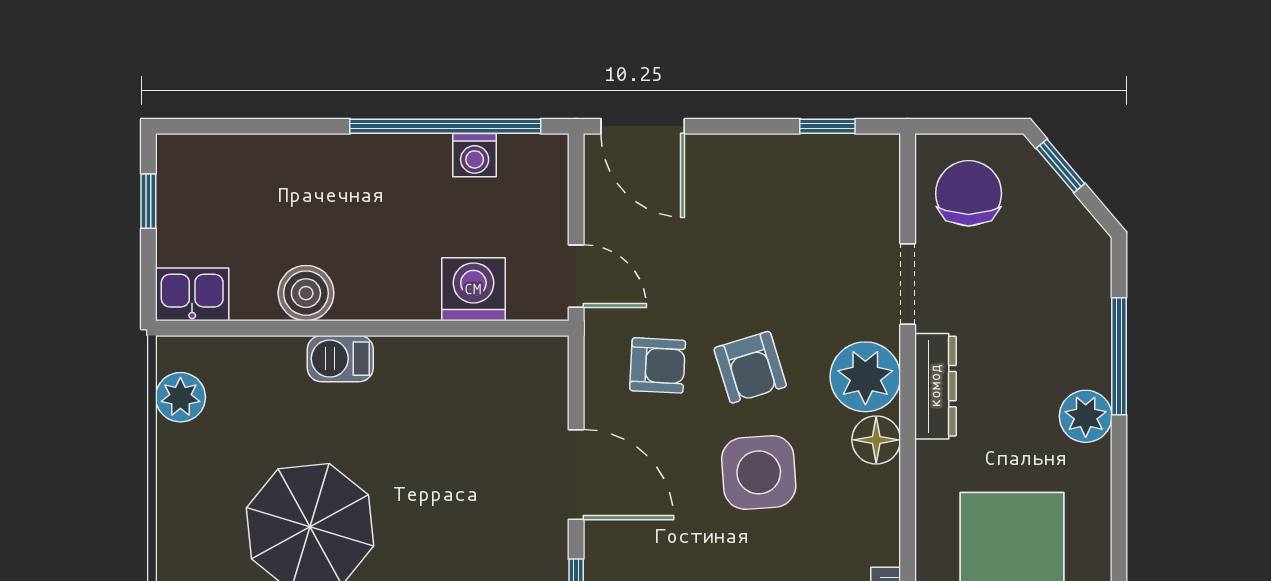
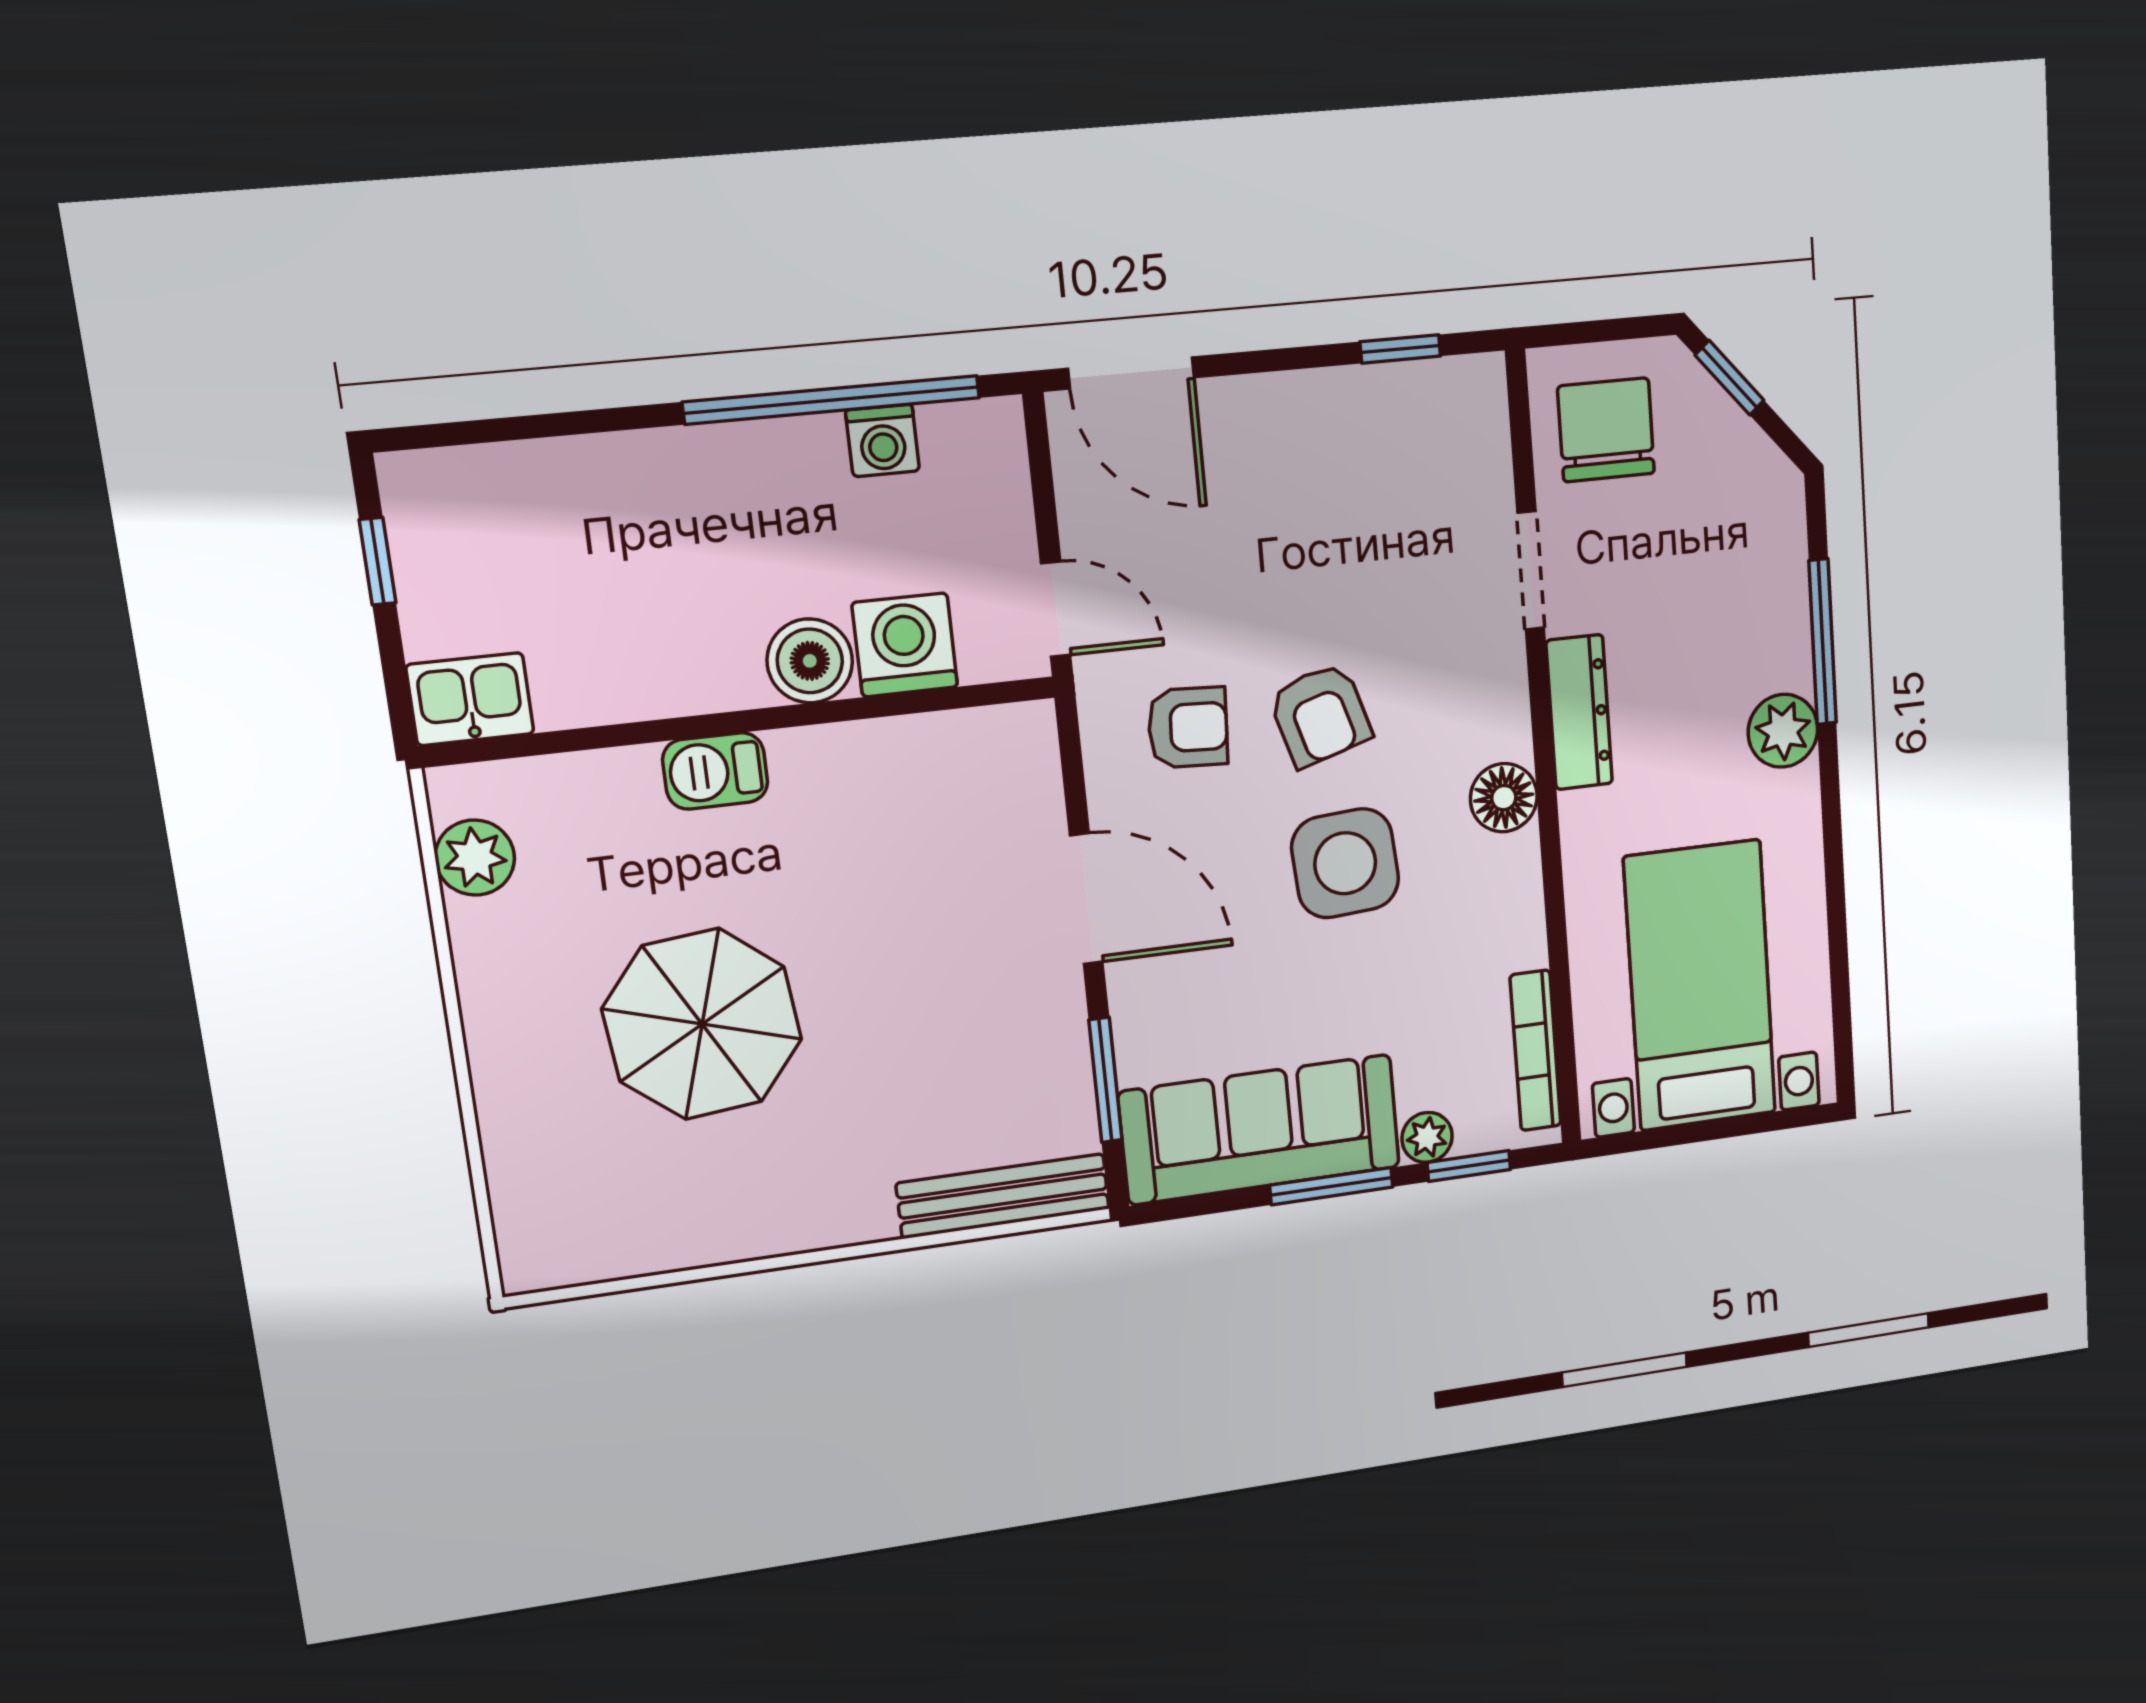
boiler: (306, 293) -> (810, 661), moved
plant: (865, 377) -> (1482, 710), removed

